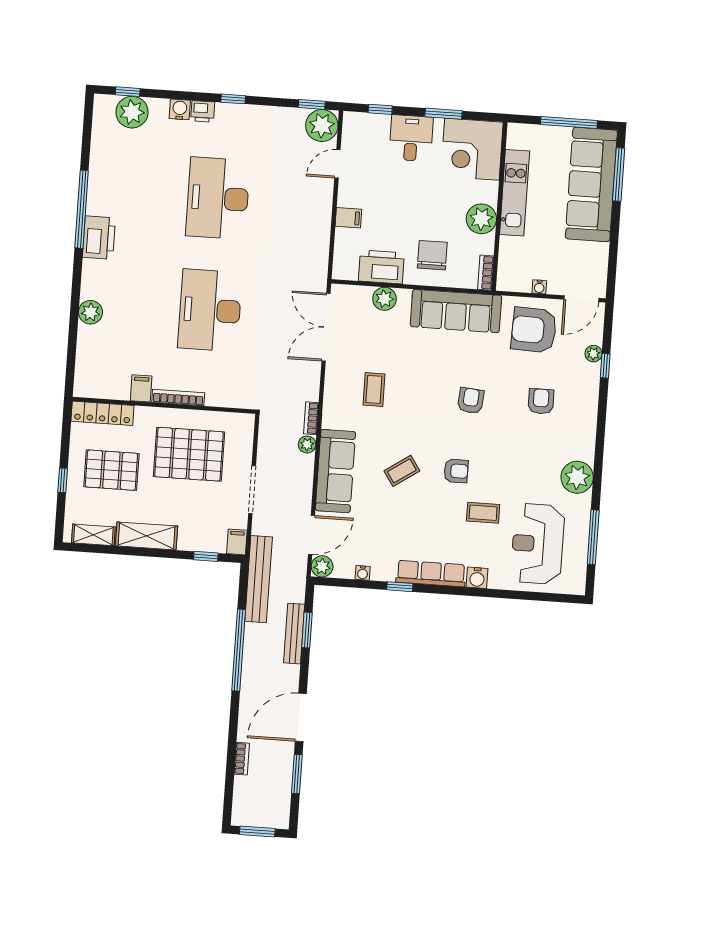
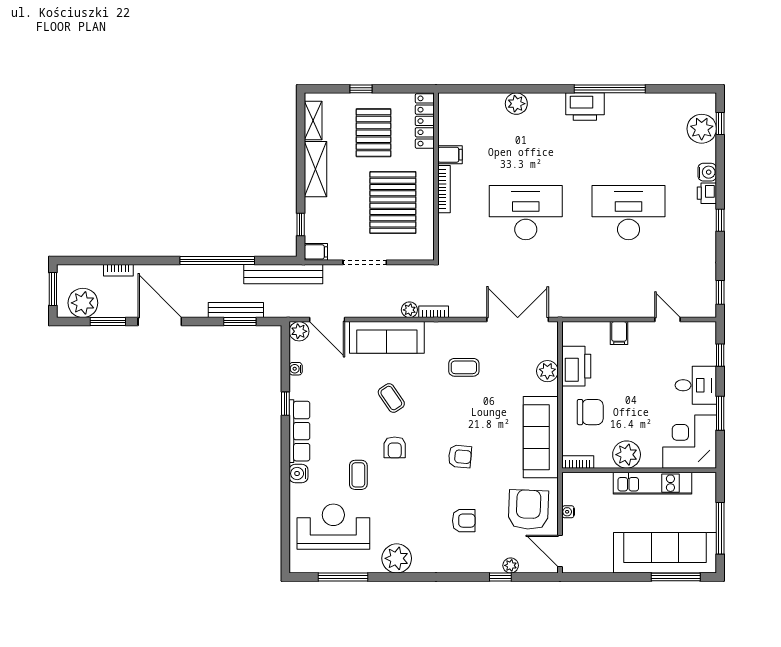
plant: (322, 126) -> (83, 303), moved

